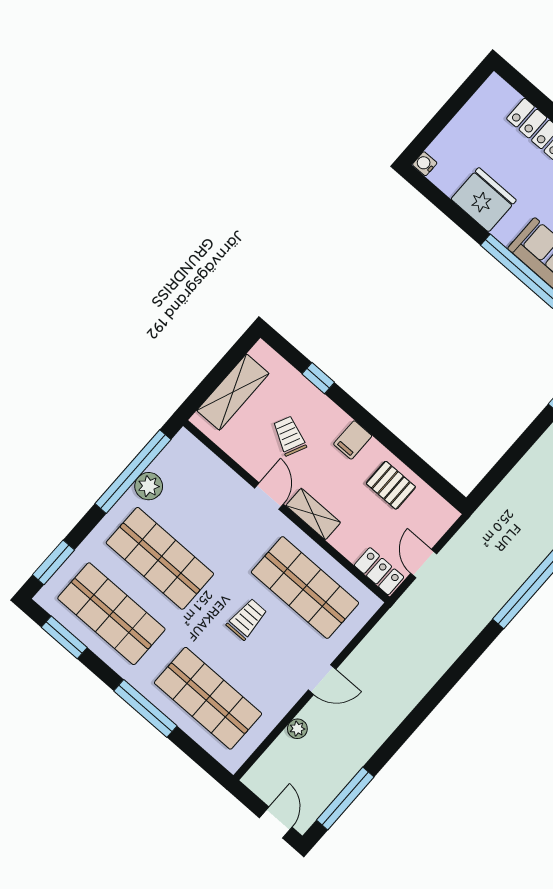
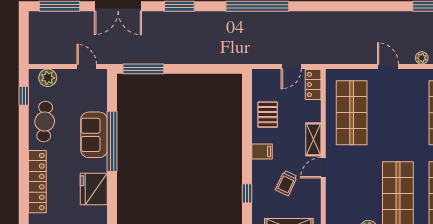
trolley: (247, 619) -> (391, 127), removed

